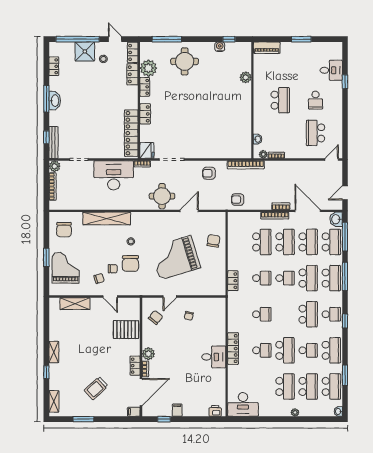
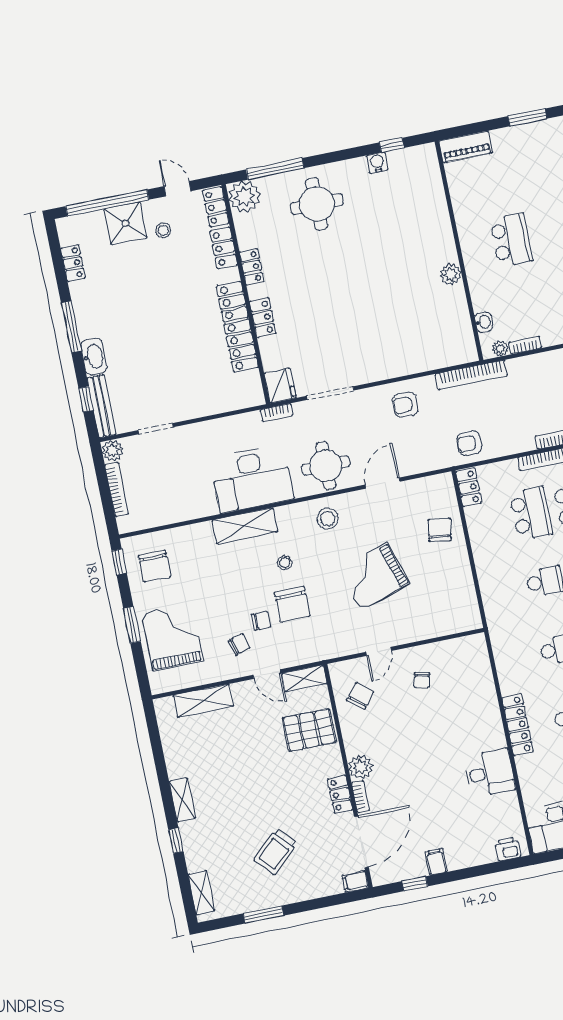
plant: (148, 68) -> (245, 197), moved
plant: (246, 77) -> (451, 274), moved
washbasin: (55, 101) -> (94, 357), moved
locker: (131, 133) -> (237, 327), moved
desk: (114, 175) -> (252, 479), moved, turned 180
shelving: (107, 218) -> (245, 526), width x0.68
stool: (157, 223) -> (328, 519), added
window: (46, 224) -> (119, 562), added
grand piano: (175, 258) -> (374, 576), width x0.73, depth x0.68
locker: (233, 281) -> (469, 487), moved
shelving: (129, 303) -> (304, 678), added
desk: (214, 357) -> (490, 773), moved

